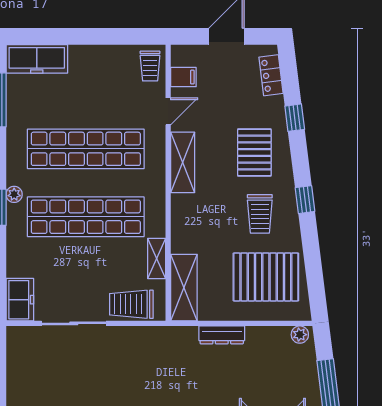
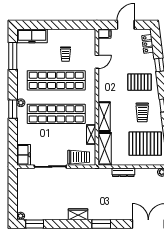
trolley: (150, 66) -> (65, 54), moved
filing cabinet: (183, 77) -> (104, 34), moved
pallet: (254, 152) -> (139, 82), turned 90
shelving: (183, 162) -> (104, 117), moved
trolley: (131, 304) -> (79, 157), turned 180

